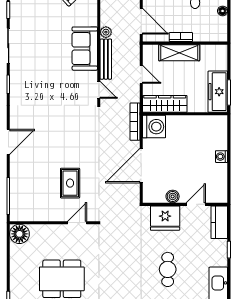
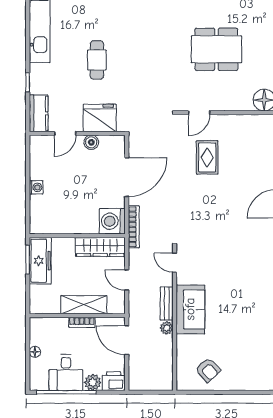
bench: (106, 59) -> (167, 303), width x0.73

